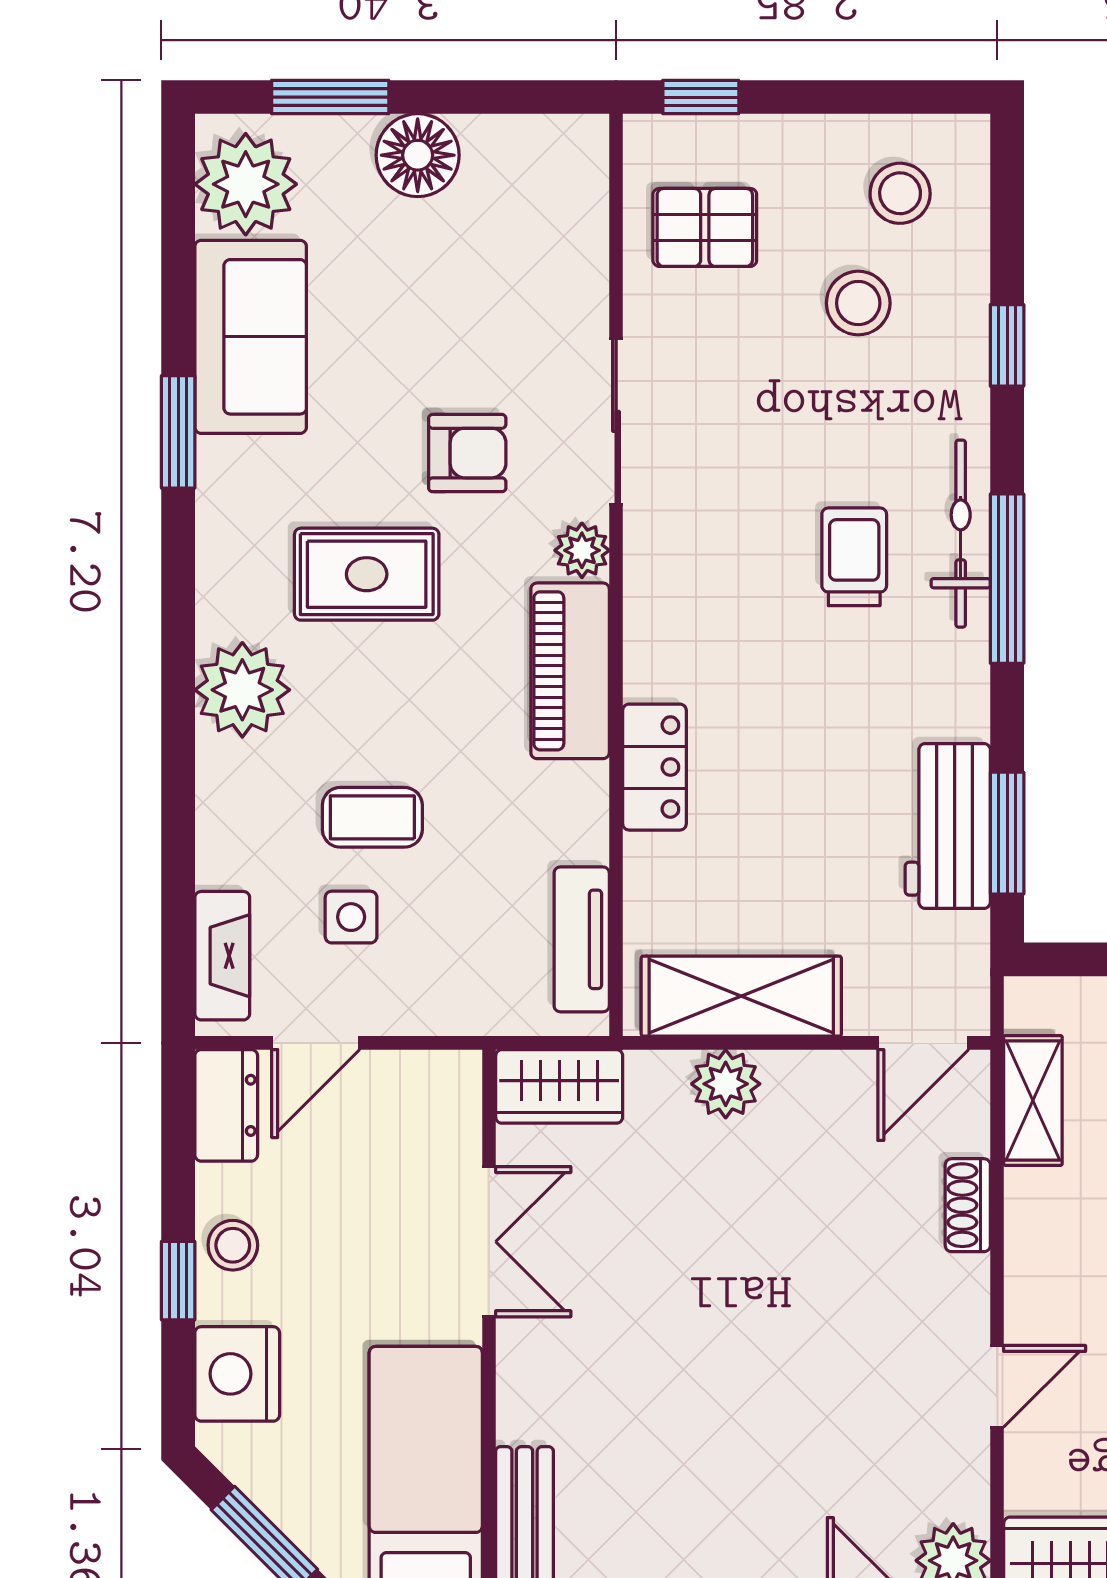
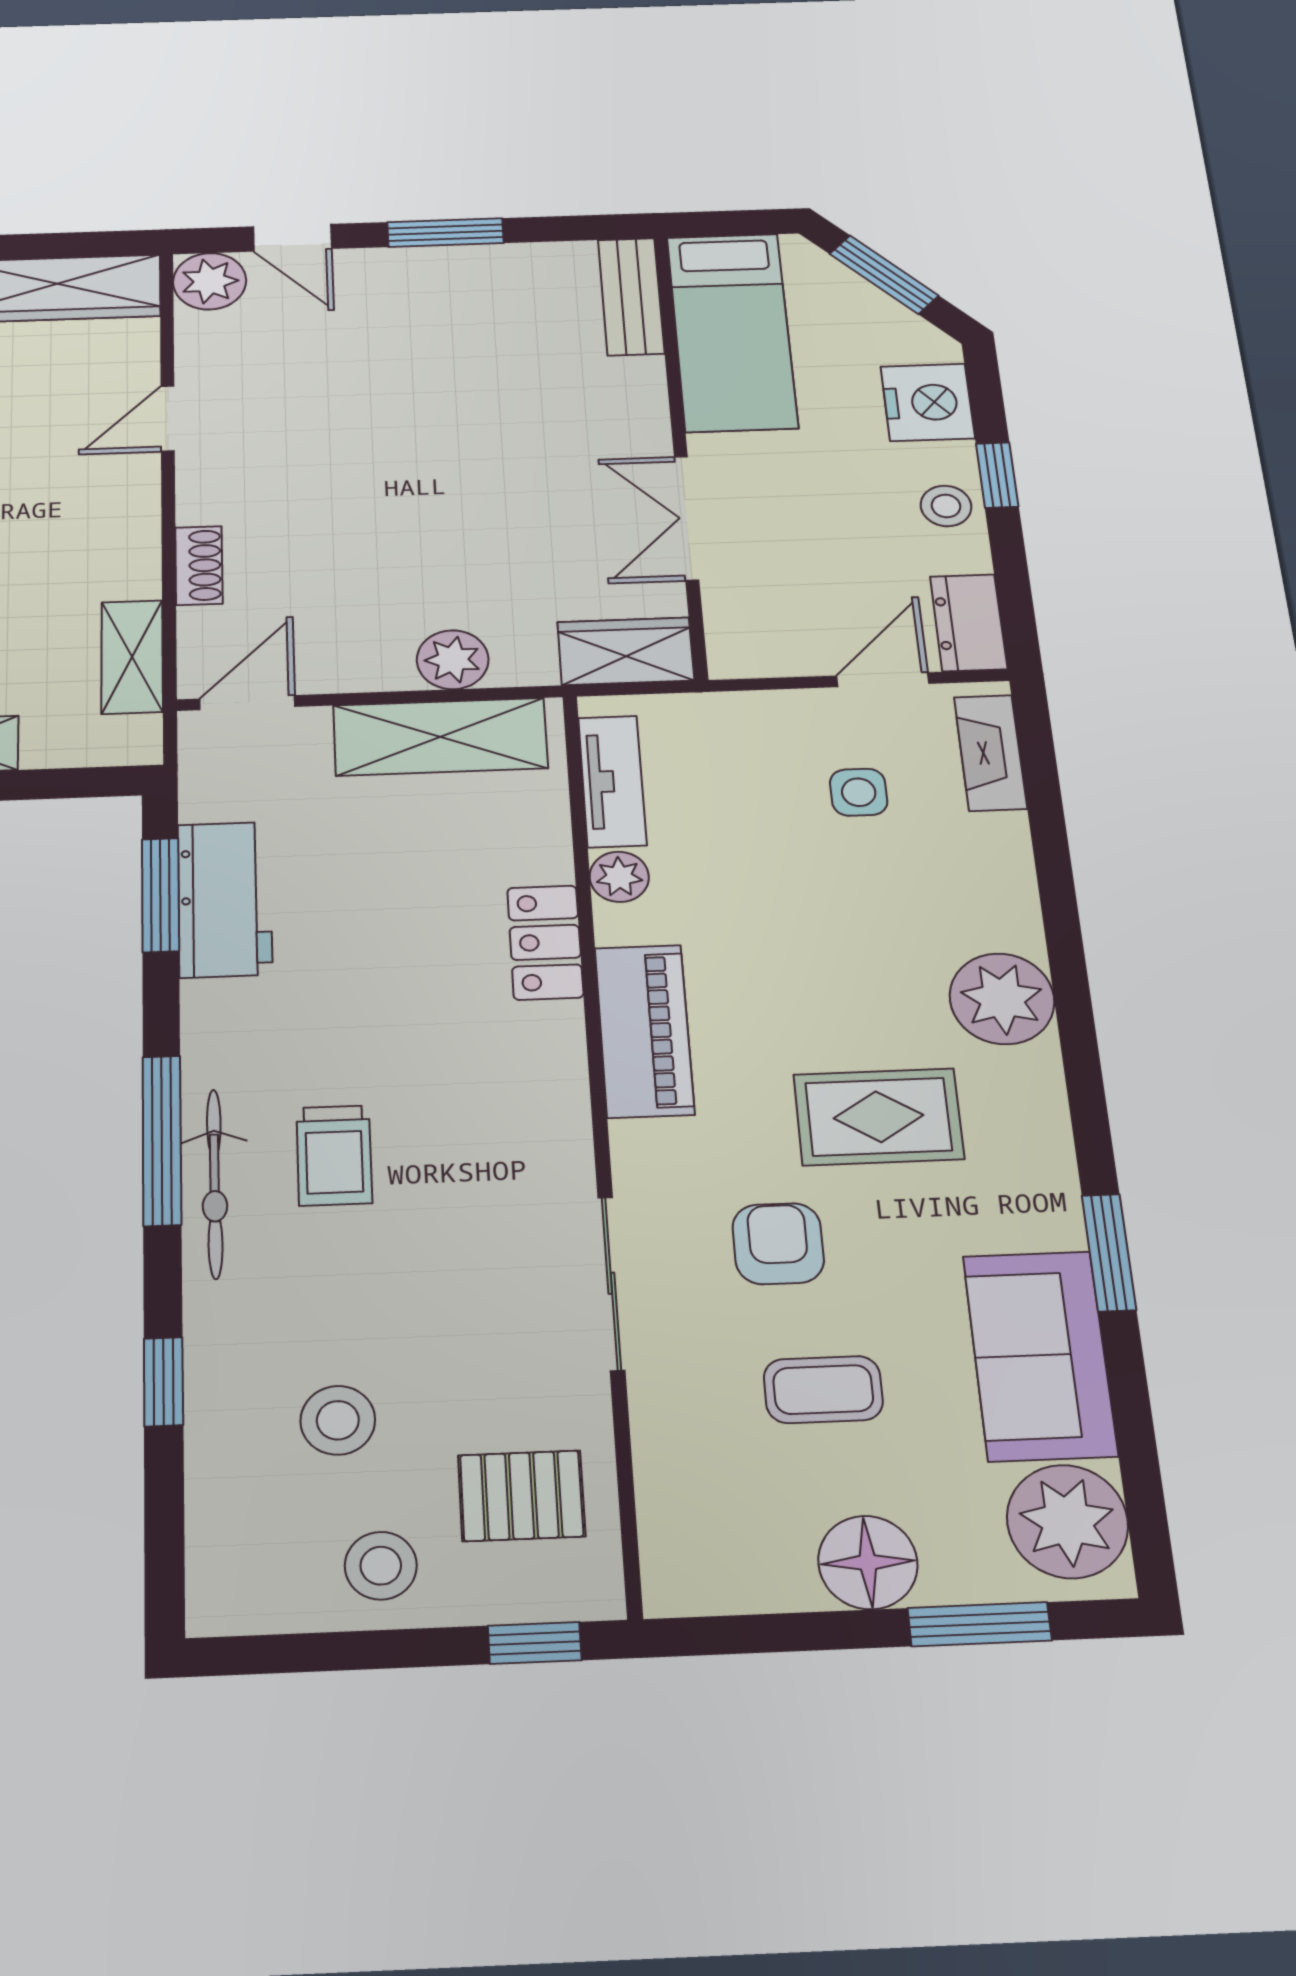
stool: (900, 193) -> (381, 1566), moved
armchair: (467, 453) -> (778, 1244), turned 90
plant: (582, 550) -> (619, 877), moved
coffee table: (372, 817) -> (823, 1390), moved

